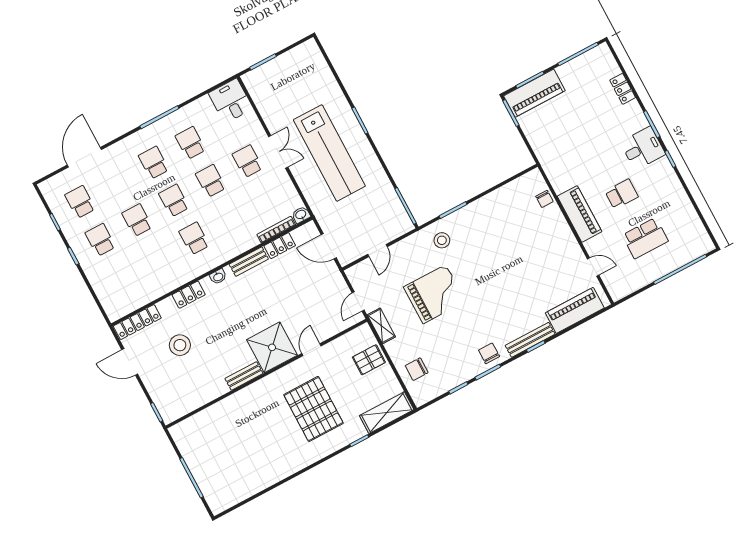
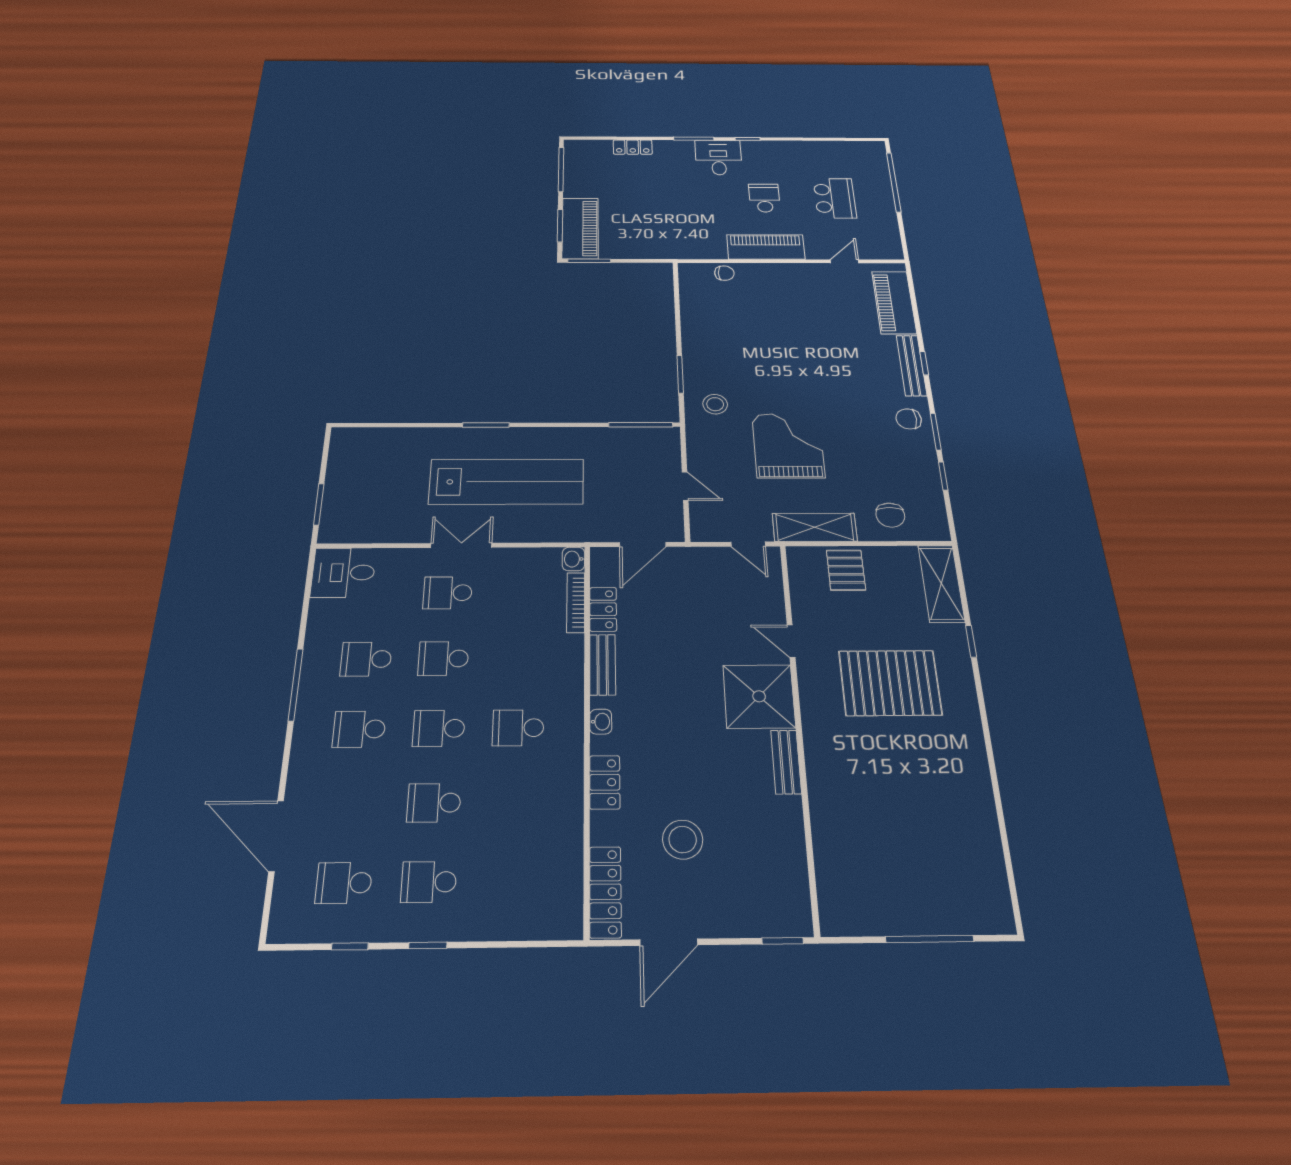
shelving: (381, 326) -> (815, 527), width x1.50, depth x1.33

